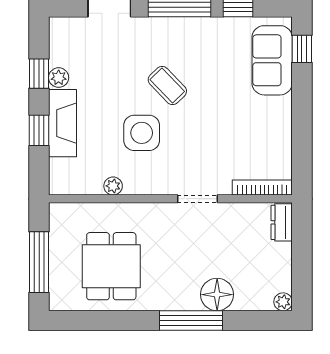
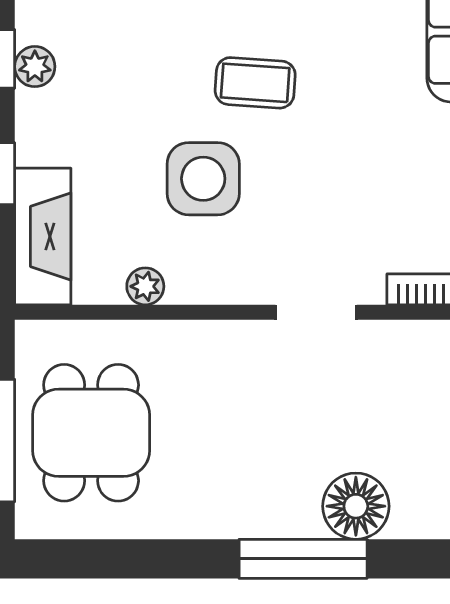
coffee table: (167, 86) -> (255, 83), turned -42
fireplace: (63, 123) -> (43, 237), moved
dining table: (111, 266) -> (91, 433), moved

